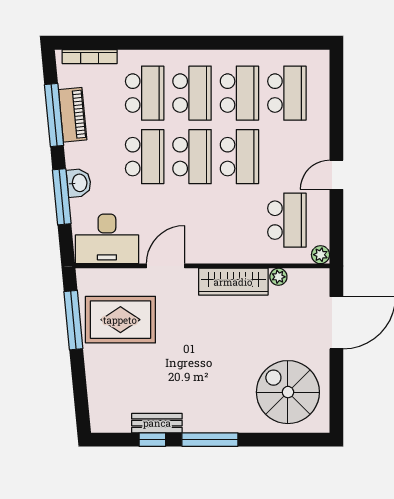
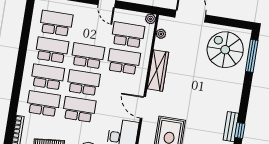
school desk: (239, 220) -> (124, 62), added
plant: (278, 277) -> (161, 34), moved
spiral stairs: (288, 392) -> (225, 50), turned 90
window: (210, 440) -> (252, 56), moved

